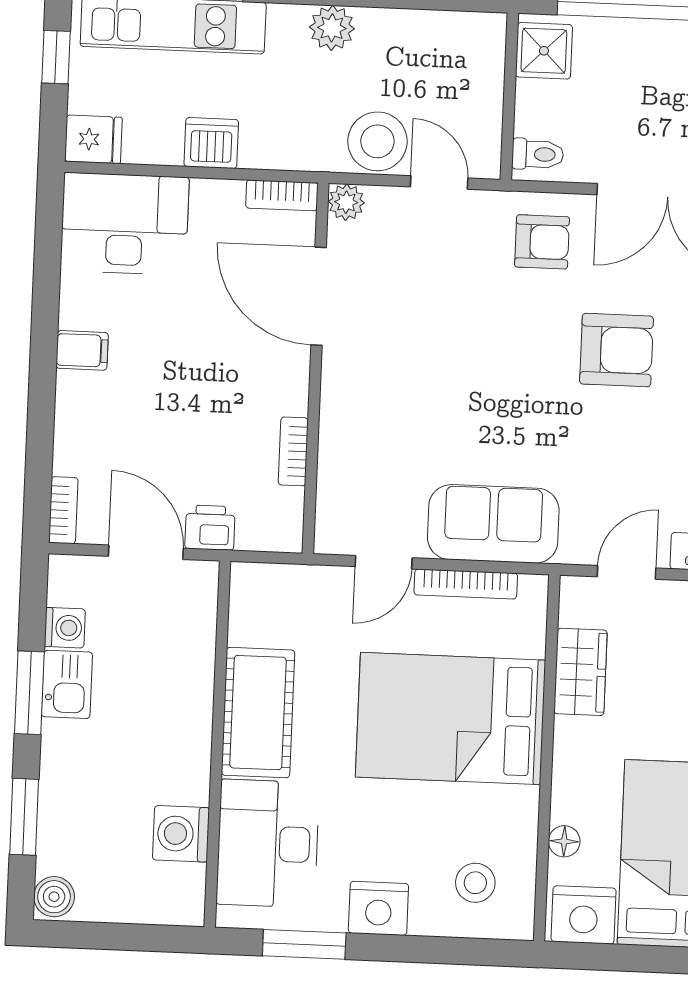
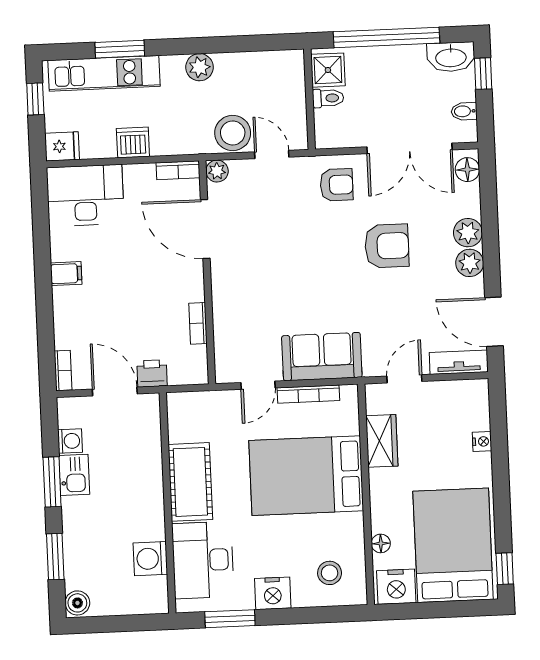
toilet: (538, 154) -> (328, 98), moved

